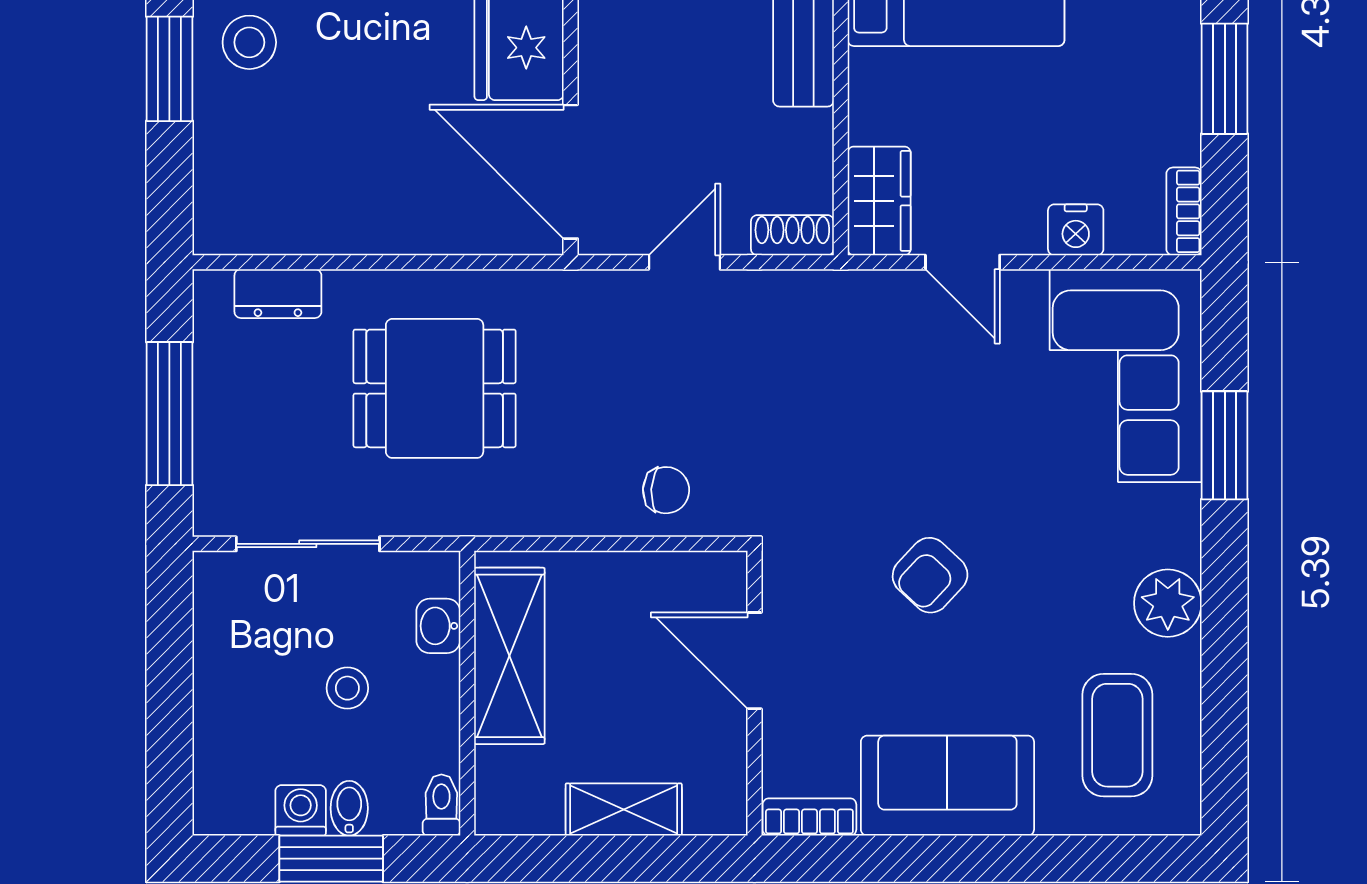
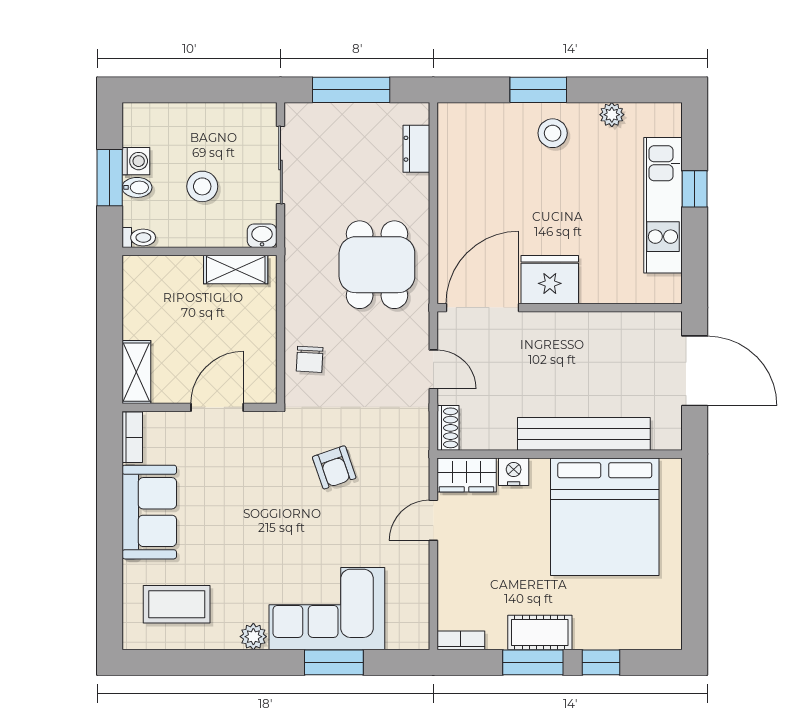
cot: (1169, 66) -> (540, 633), added
nightstand: (1076, 230) -> (514, 472), moved, turned 90
corner sofa: (1126, 376) -> (327, 609), moved
dining table: (435, 388) -> (377, 265), moved
armchair: (930, 575) -> (334, 467), moved, turned -152
plant: (1168, 603) -> (253, 637), width x0.73, depth x0.73
washbasin: (438, 626) -> (262, 236), moved
shelving: (509, 656) -> (236, 270), width x0.67, depth x0.75
stool: (347, 688) -> (202, 186), width x1.37, depth x1.37
shelving: (624, 810) -> (136, 372), moved

